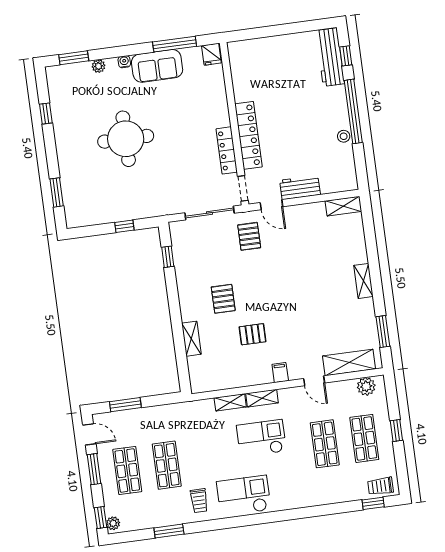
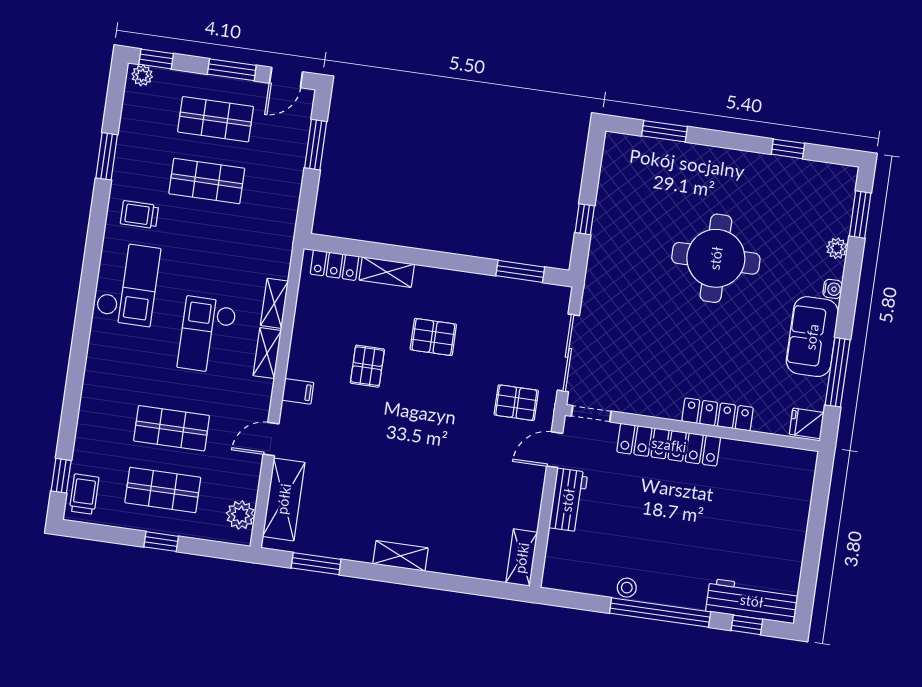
locker: (227, 150) -> (718, 414), moved
window: (168, 257) -> (520, 271), width x1.50
locker: (196, 372) -> (335, 265), added
checkout: (261, 438) -> (207, 335), turned 180

